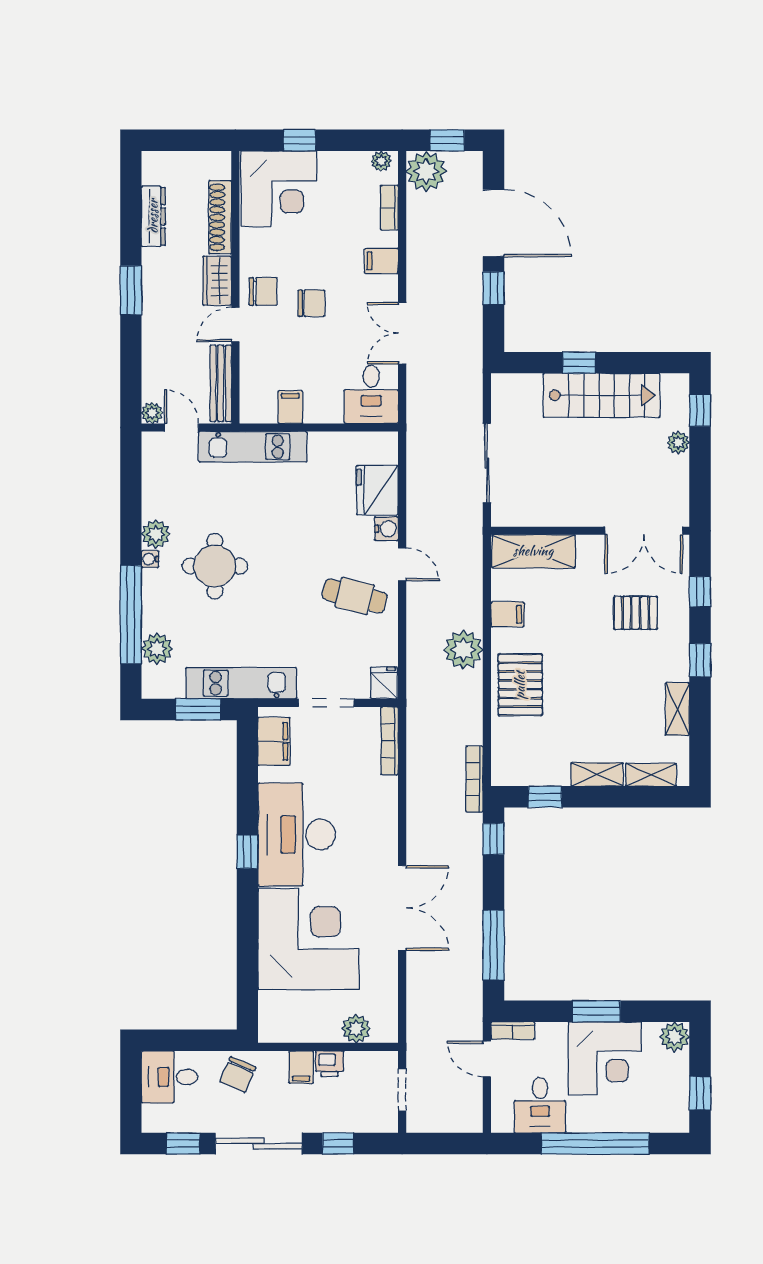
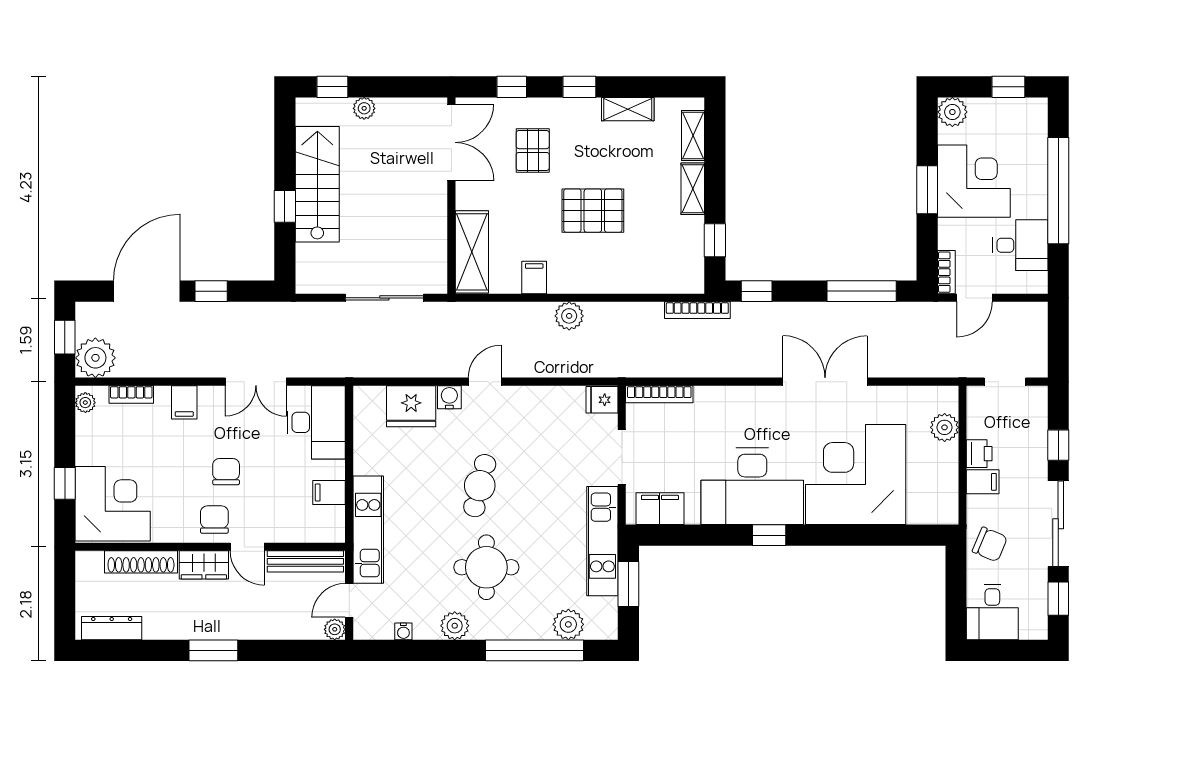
dresser: (153, 216) -> (112, 628), moved
desk: (371, 394) -> (316, 422), width x1.37
water cooler: (150, 559) -> (403, 631), moved
cafe table: (355, 596) -> (480, 486), moved
plant: (463, 650) -> (569, 316), width x0.73, depth x0.73
pallet: (520, 685) -> (593, 211), moved

